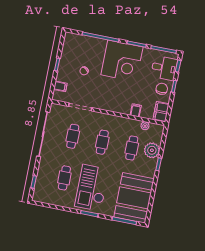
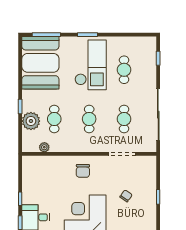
filing cabinet: (60, 86) -> (149, 173), removed
chair: (162, 89) -> (83, 171), moved
filing cabinet: (136, 110) -> (58, 163), removed
filing cabinet: (161, 112) -> (29, 167), removed

